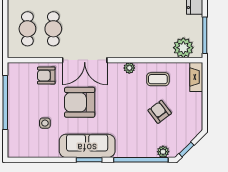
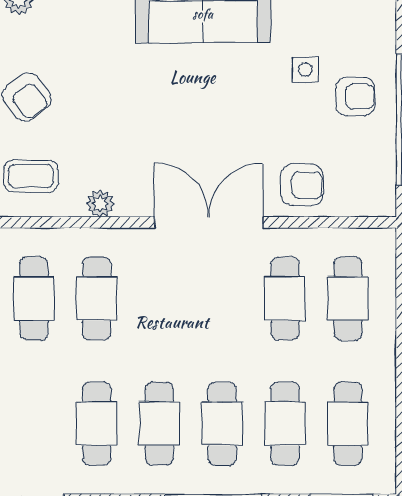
cafe table: (131, 29) -> (97, 298), added
cafe table: (157, 29) -> (34, 298), added
armchair: (80, 102) -> (355, 96), moved, width x0.53, depth x0.53

